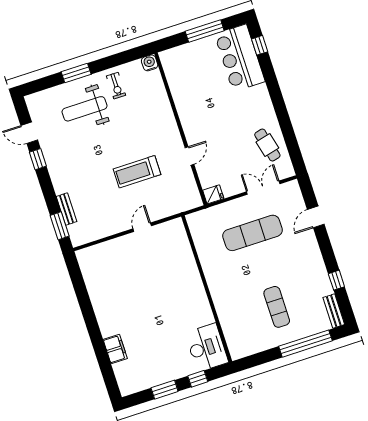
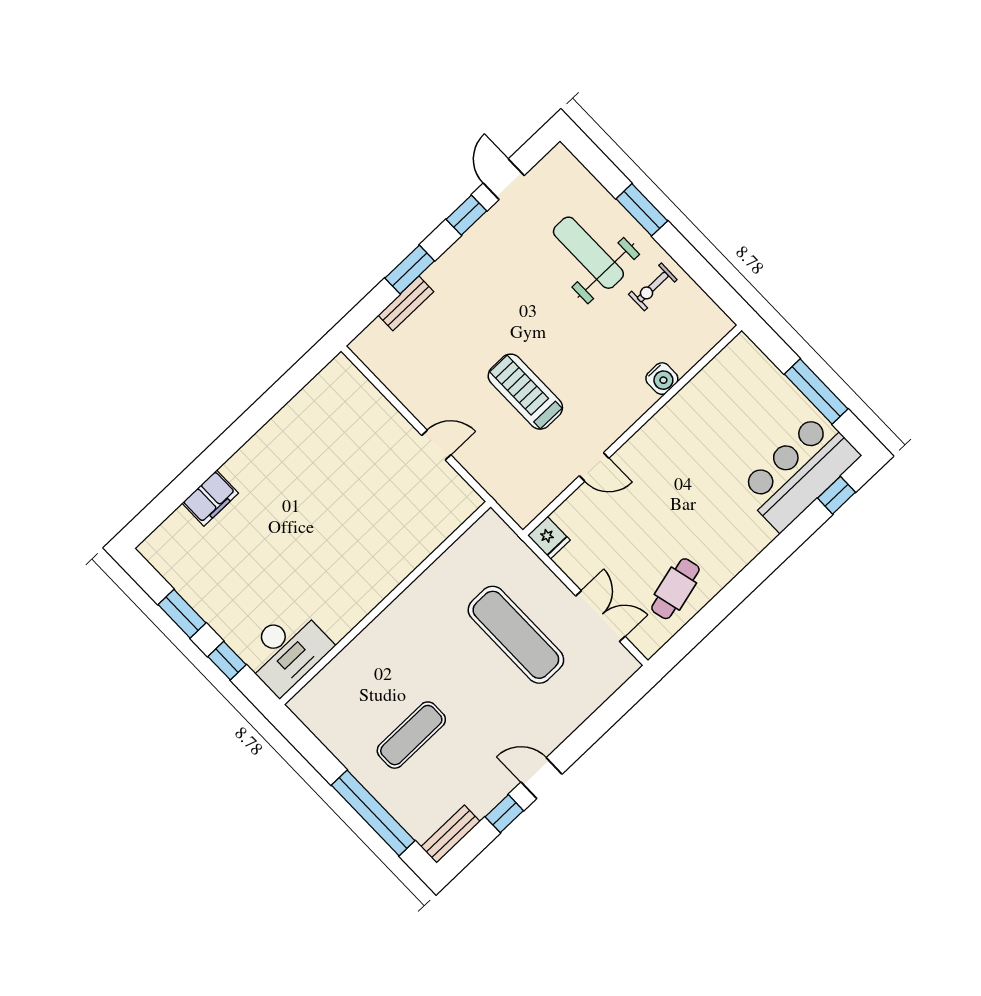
water cooler: (150, 63) -> (662, 379), moved, turned 90
door: (316, 217) -> (541, 778), moved
window: (60, 226) -> (410, 269), moved

